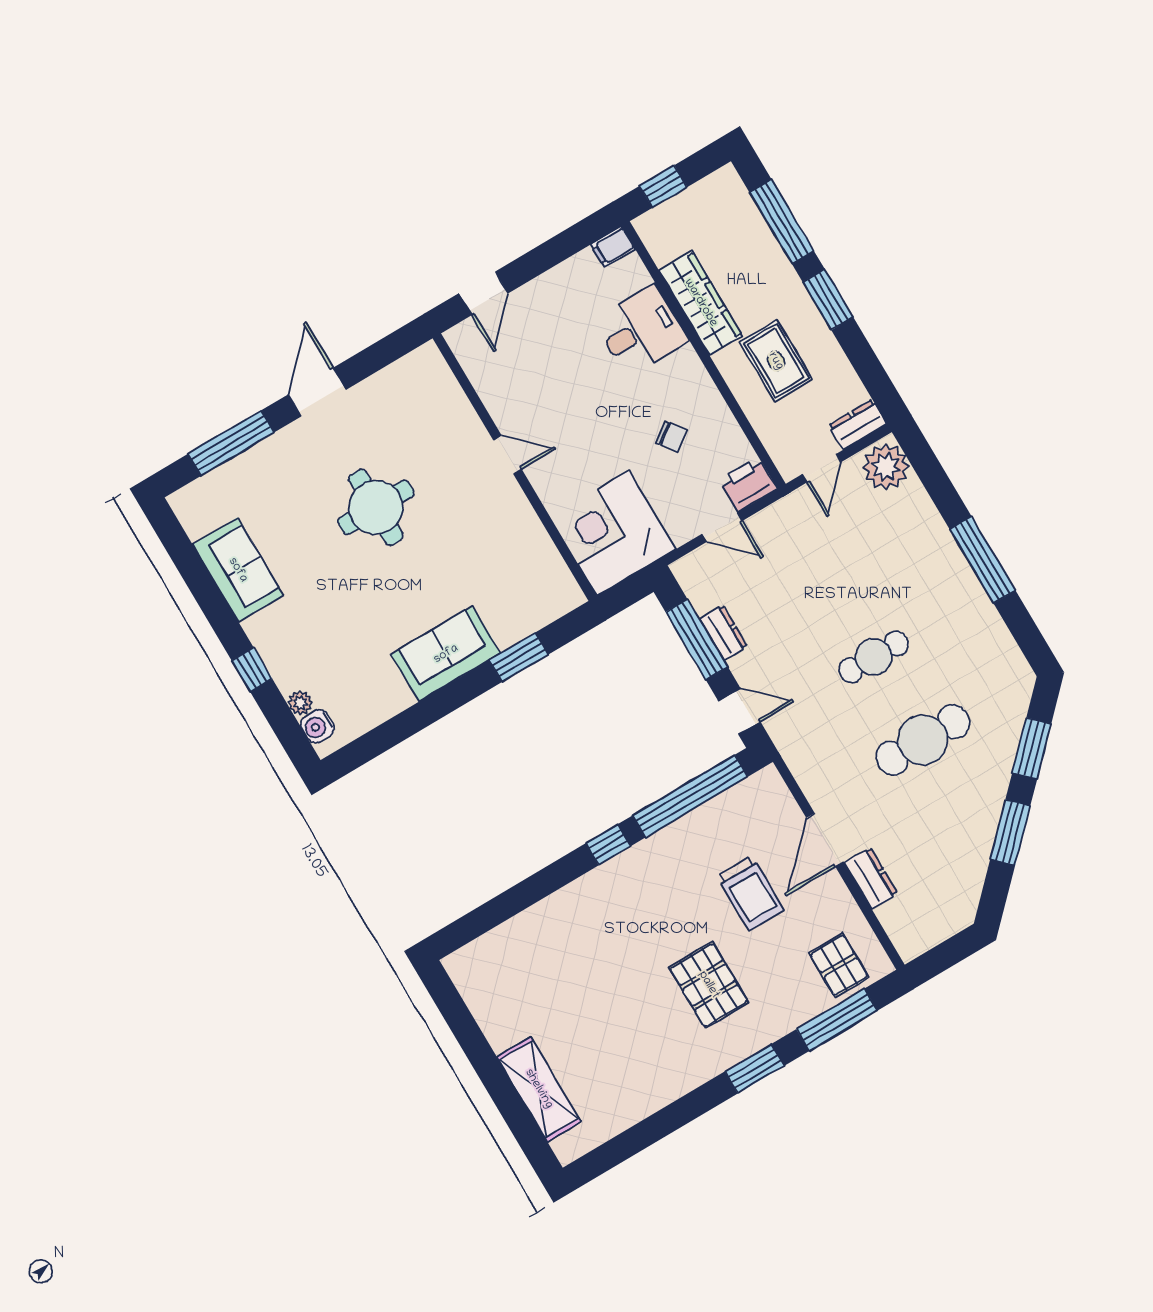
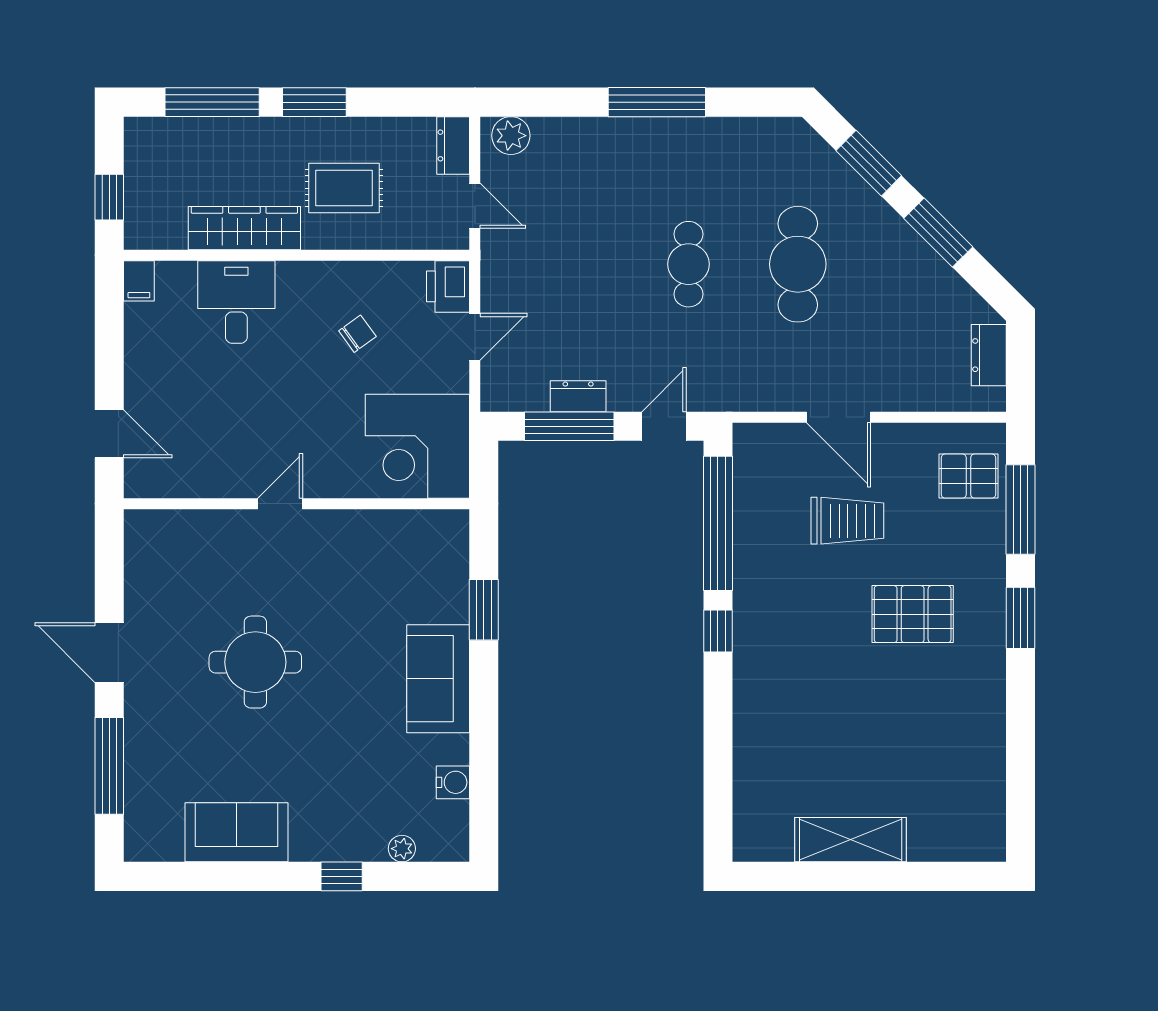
plant: (886, 467) -> (511, 136), width x0.73, depth x0.73
water cooler: (317, 726) -> (453, 782), moved, turned -90
dresser: (871, 878) -> (989, 355), moved, turned -90
shelving: (539, 1089) -> (851, 840), moved

